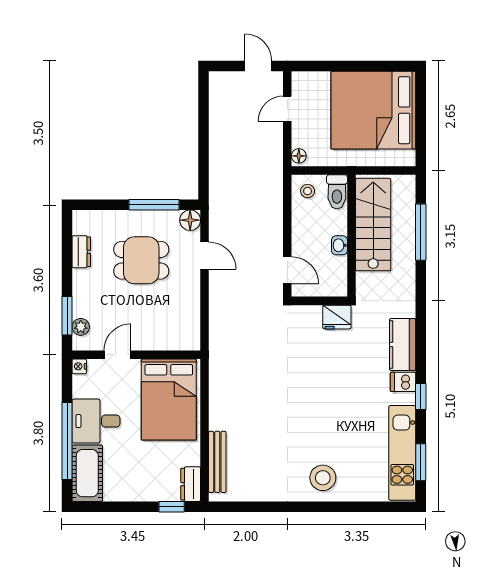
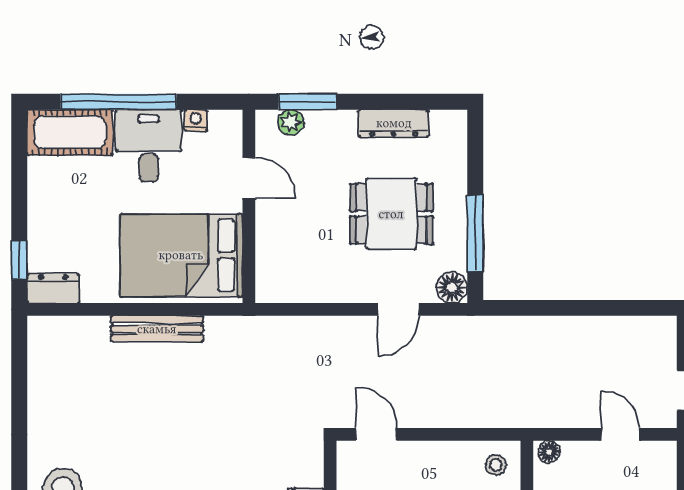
dresser: (81, 252) -> (394, 123), width x1.44
dining table: (141, 260) -> (391, 214), turned 90
door: (287, 270) -> (376, 434), swing flipped
nightstand: (79, 366) -> (196, 120), moved
bench: (217, 462) -> (157, 329), moved

